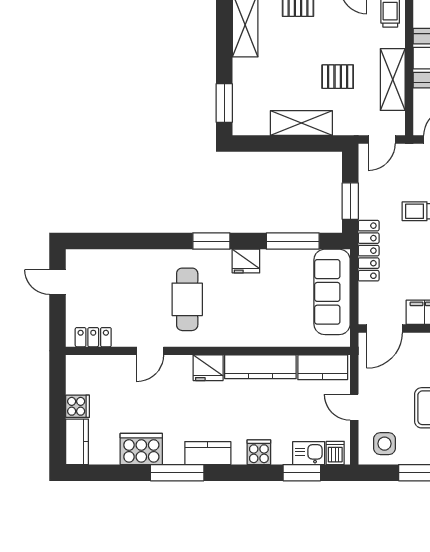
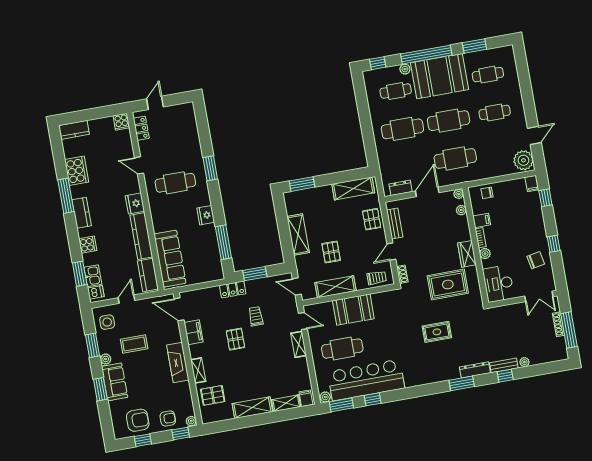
window: (211, 241) -> (210, 168), moved
locker: (369, 251) -> (233, 290), width x0.66
door: (58, 282) -> (155, 103), moved
sofa: (332, 292) -> (170, 259), moved, turned 90
cooker: (78, 406) -> (121, 122), moved

